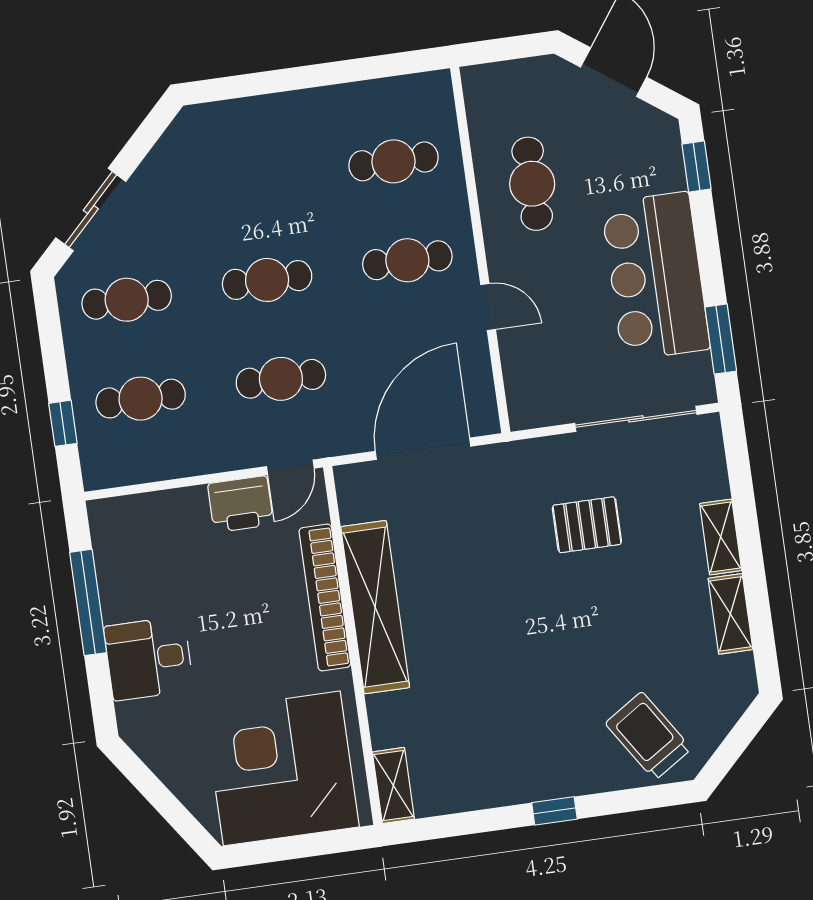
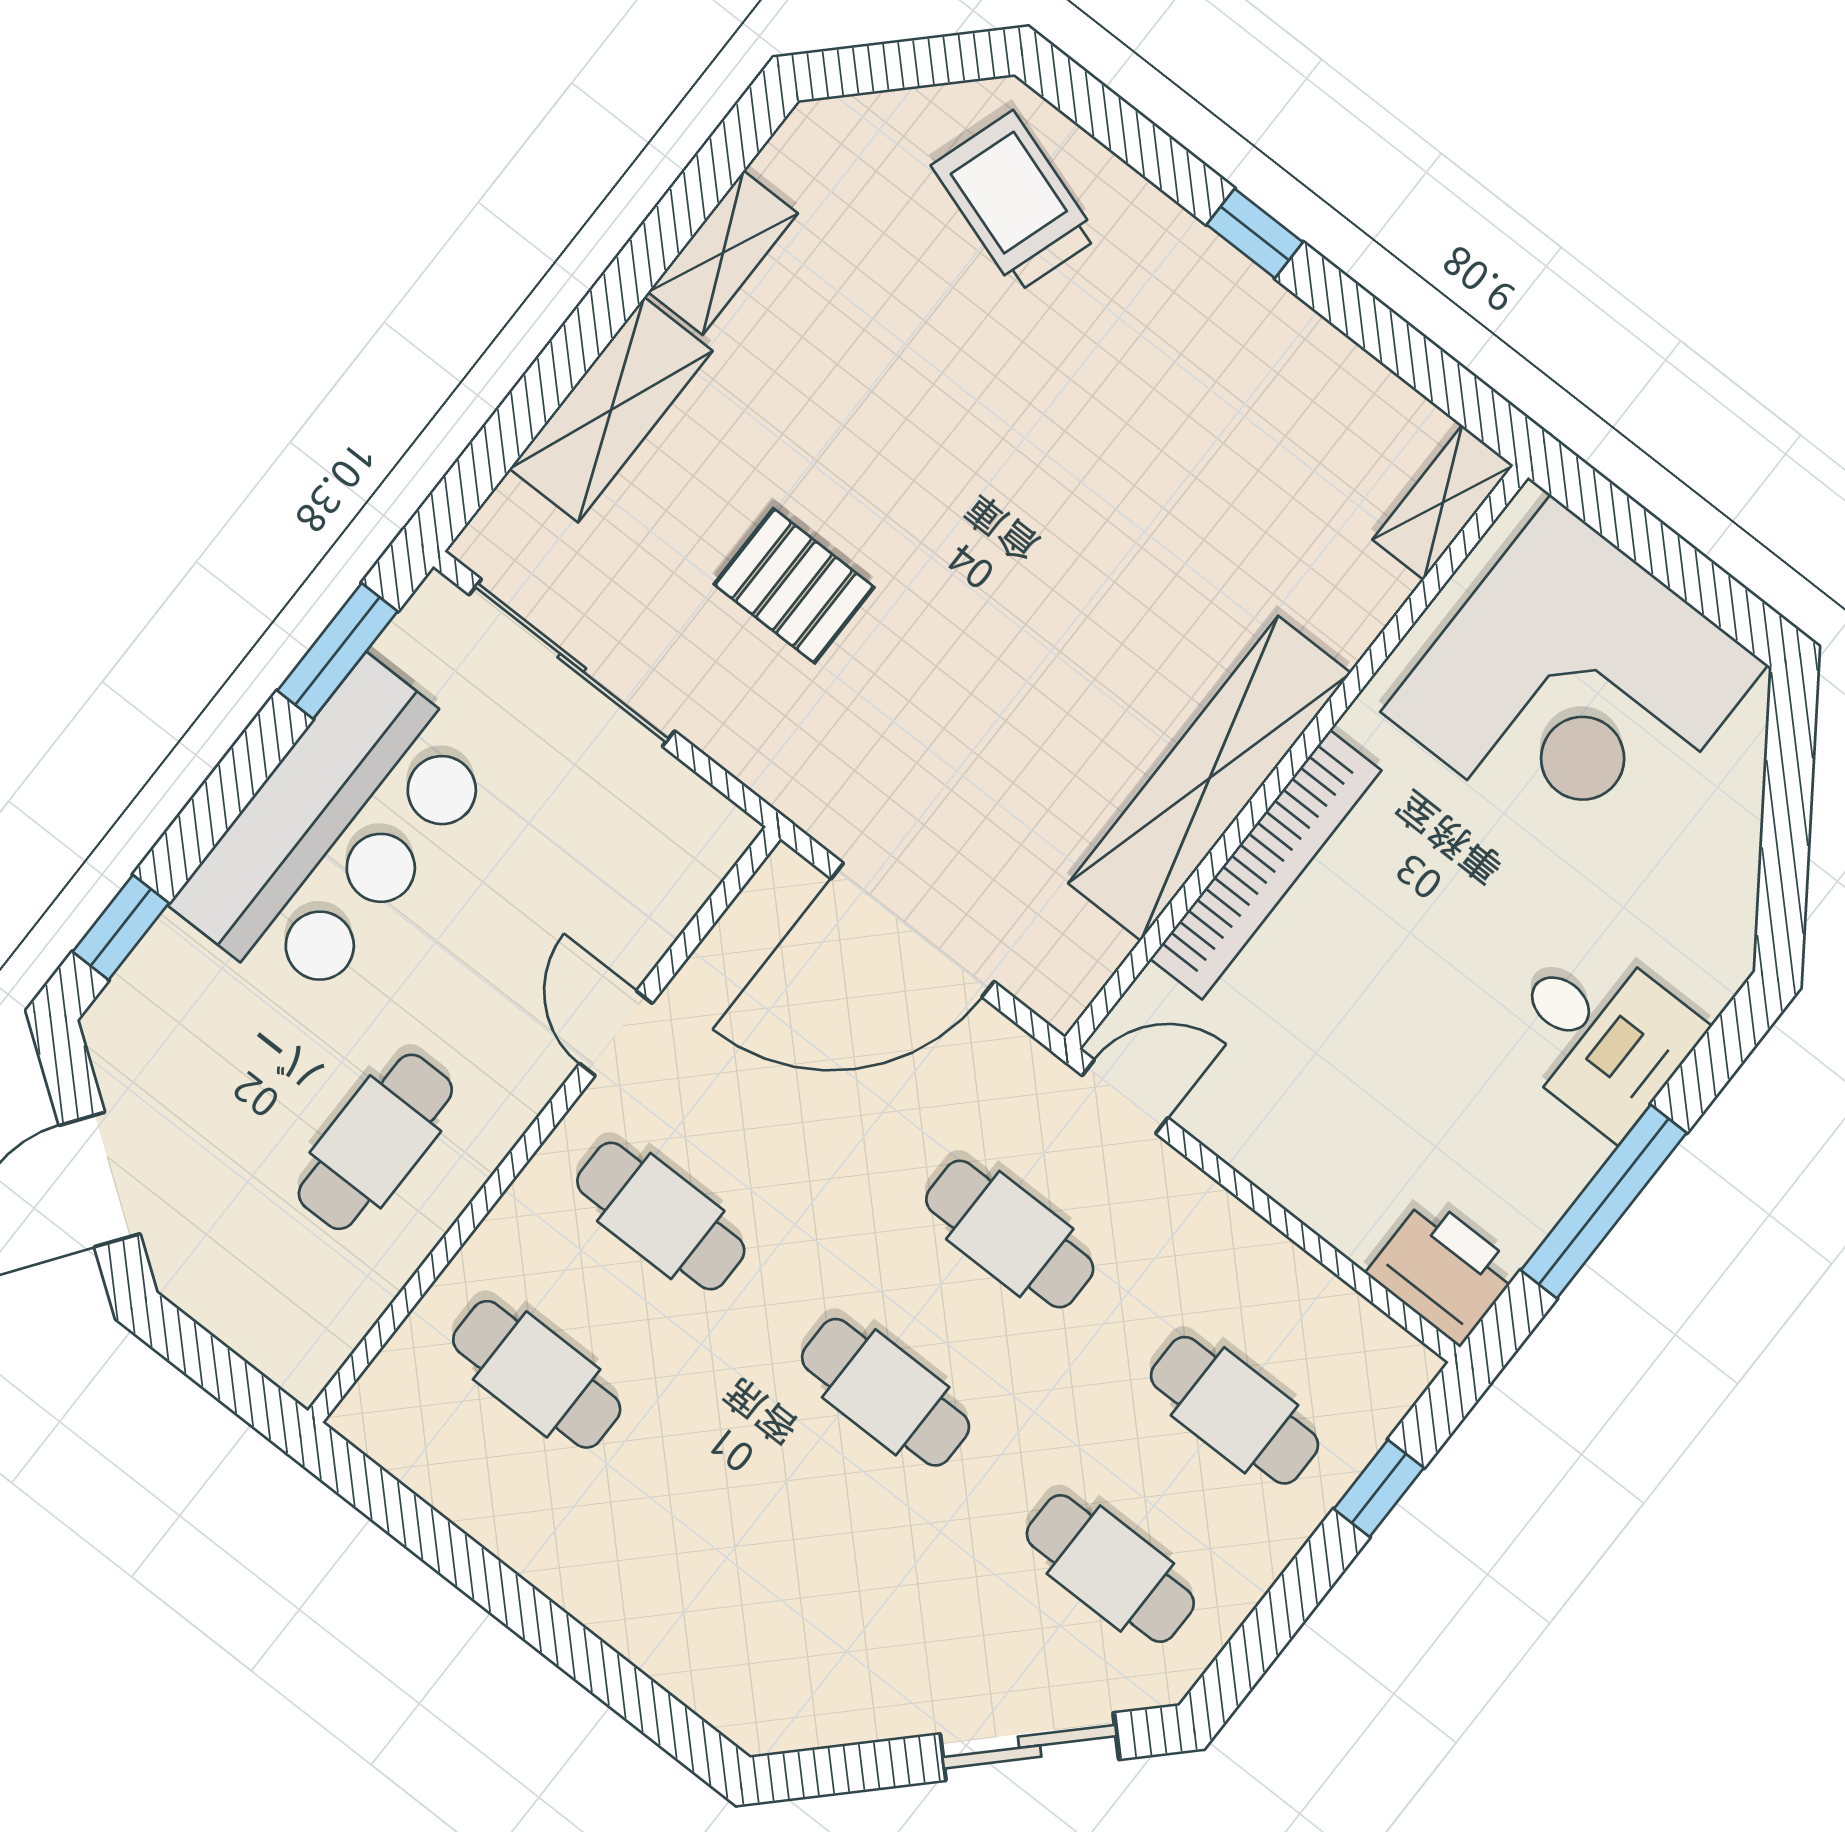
printer: (241, 504) -> (1443, 1271), moved
shelving: (721, 537) -> (611, 410), width x1.50, depth x1.33
trolley: (648, 736) -> (1015, 202), turned 141

